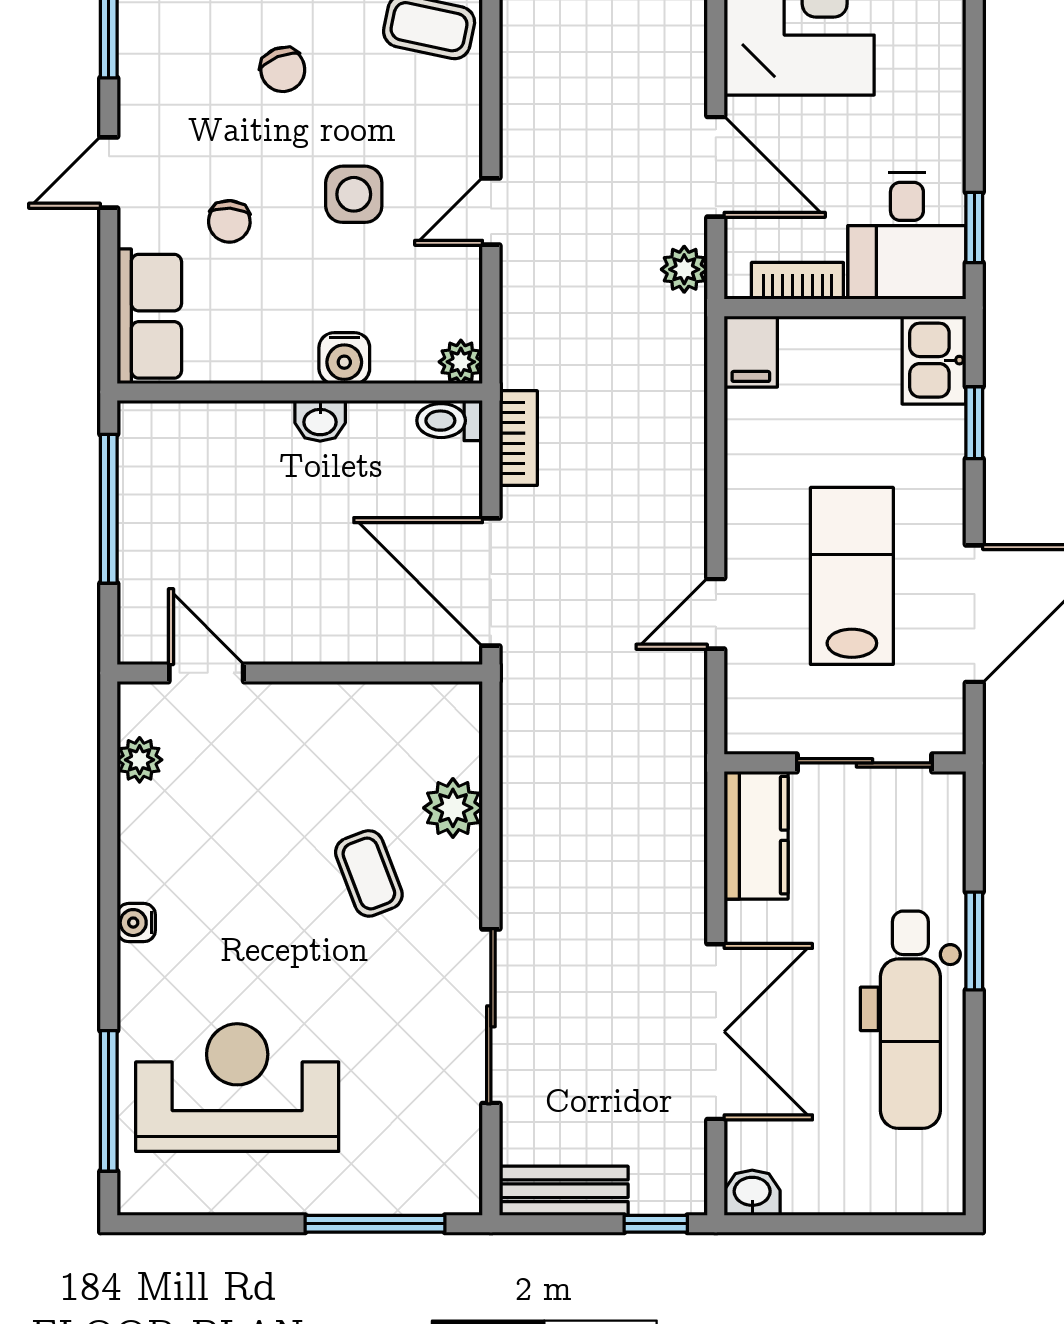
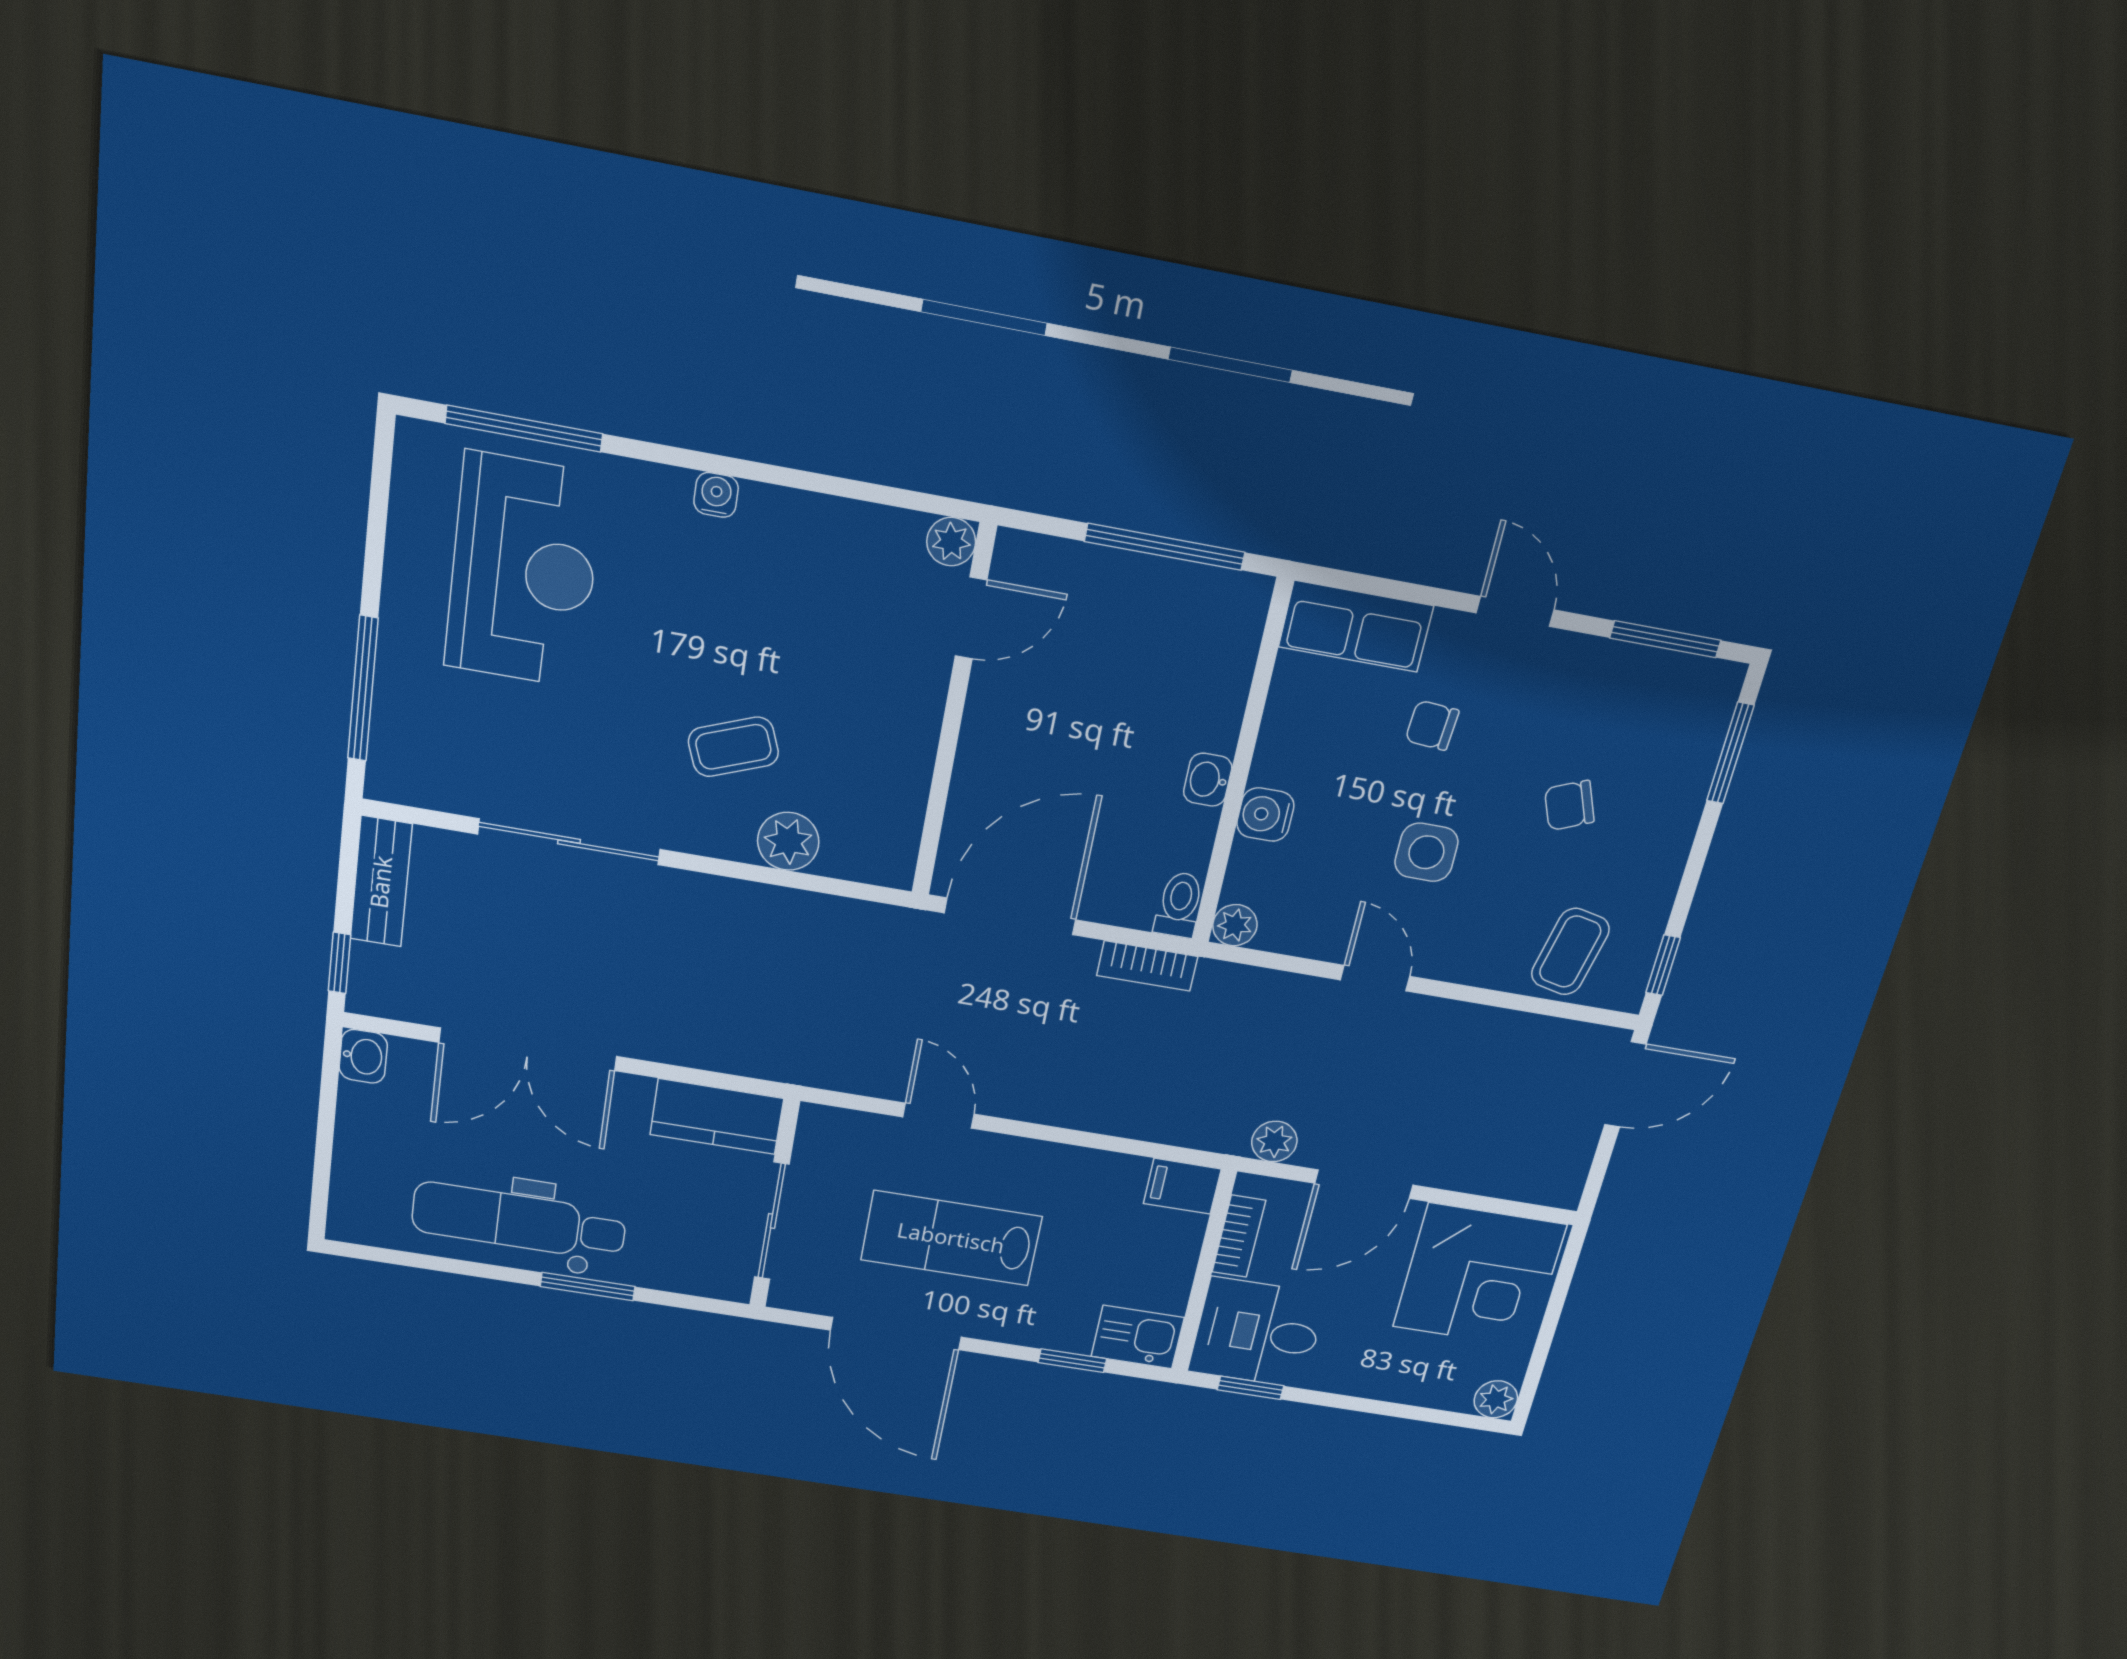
lab bench: (852, 576) -> (951, 1238), turned 180
plant: (140, 760) -> (951, 542), moved

